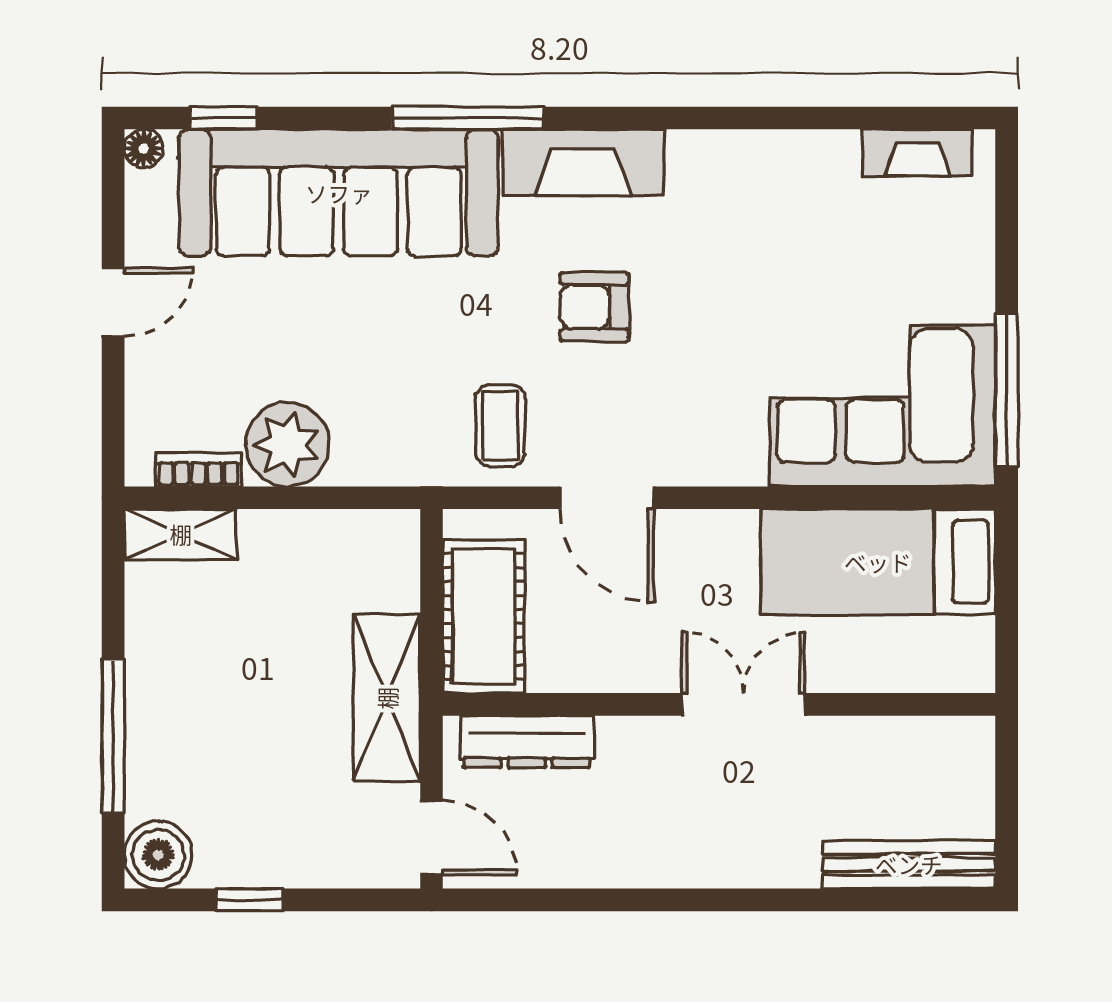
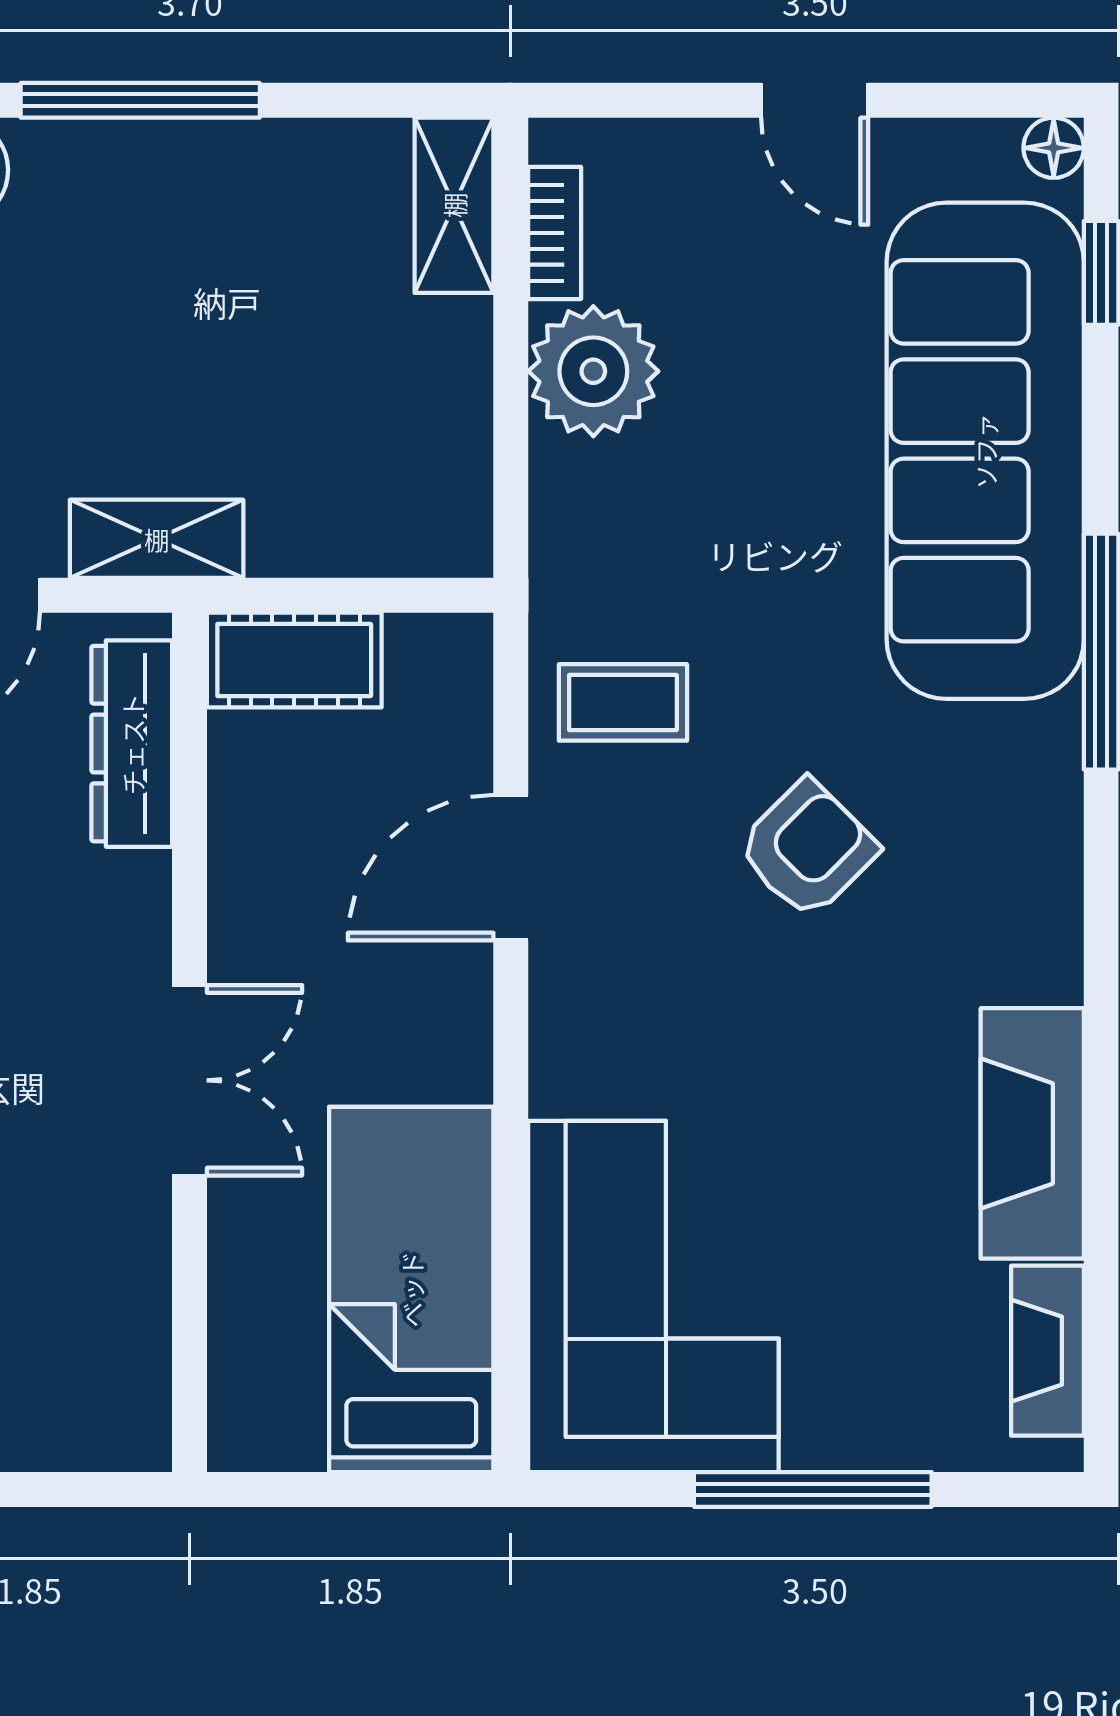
fireplace: (583, 162) -> (1032, 1133), moved
armchair: (595, 307) -> (807, 849), turned 45
window: (1007, 390) -> (813, 1489), moved
cot: (484, 616) -> (294, 660), width x0.73, depth x0.75
shelving: (387, 698) -> (157, 539), width x0.67, depth x0.75

